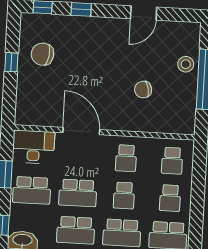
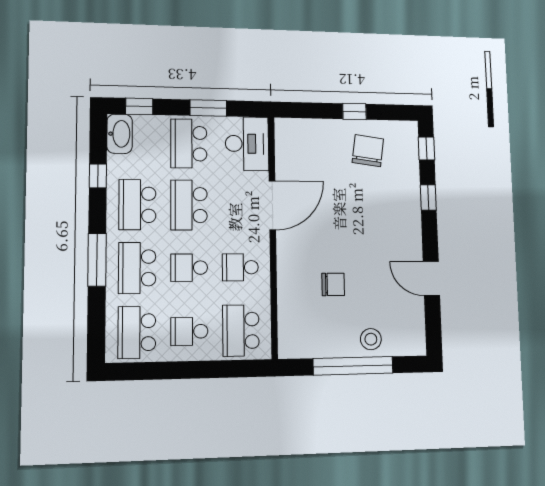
chair: (143, 90) -> (333, 284), turned 102
school desk: (172, 161) -> (241, 330), width x1.85

